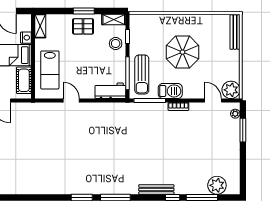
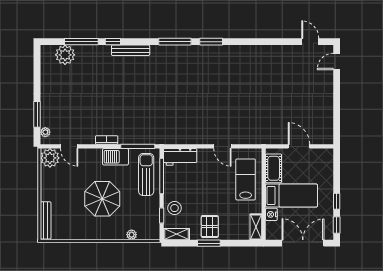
plant: (155, 19) -> (132, 235), added
pallet: (83, 26) -> (210, 227), turned 90

